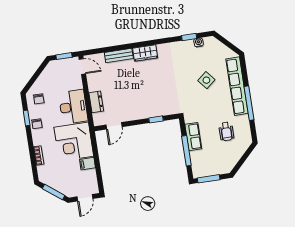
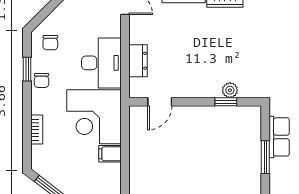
plant: (157, 112) -> (230, 90), added
window: (186, 151) -> (265, 157), width x0.69

